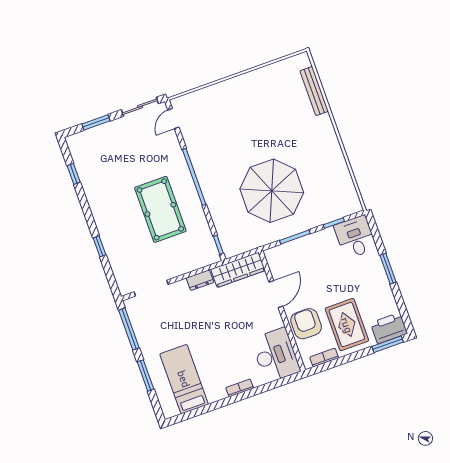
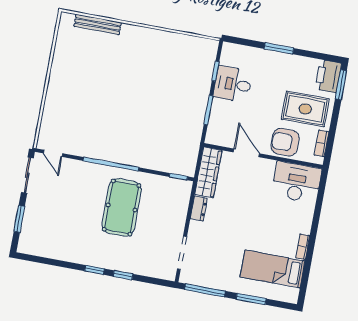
window: (74, 174) -> (95, 270), moved
parasol: (272, 191) -> (159, 107), removed
pool table: (160, 209) -> (122, 207), turned 90
desk: (355, 237) -> (233, 84), moved
bookcase: (240, 388) -> (303, 247), moved

